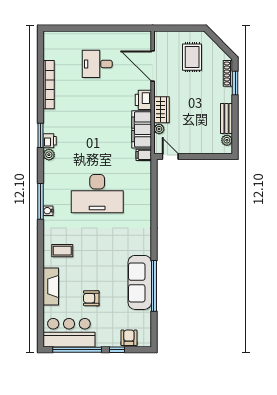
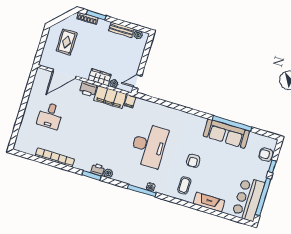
rug: (192, 57) -> (67, 42), turned 90
armchair: (91, 298) -> (193, 161), moved

